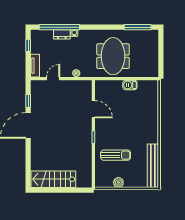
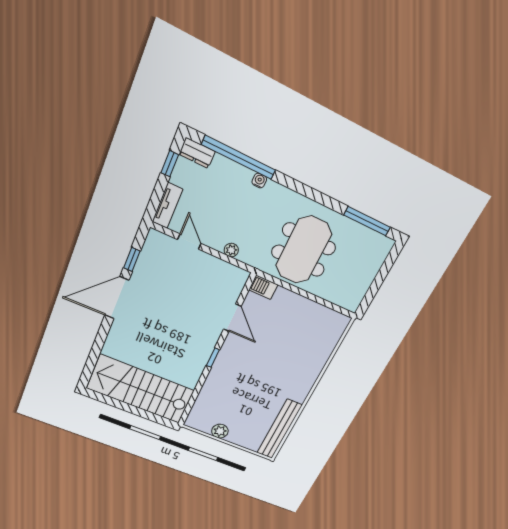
dresser: (62, 34) -> (197, 153), moved
door: (53, 79) -> (189, 242), hinge flipped
barbecue: (130, 85) -> (263, 287), moved
sun lounger: (116, 155) -> (234, 395), removed
stairs: (53, 179) -> (141, 389), width x1.36, depth x1.51

